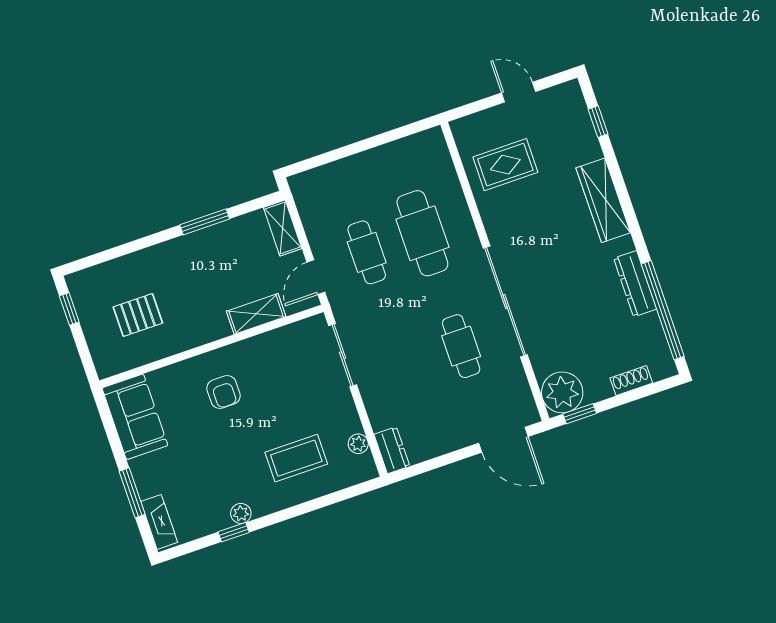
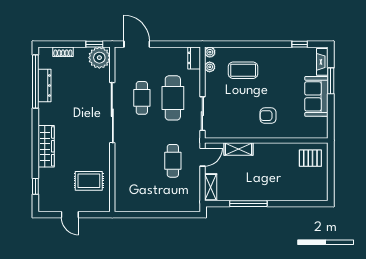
window: (205, 222) -> (248, 204), width x1.44
cafe table: (422, 233) -> (173, 98), moved
dresser: (635, 284) -> (44, 86), moved
window: (69, 309) -> (331, 183), removed
pallet: (138, 315) -> (310, 158), moved
armchair: (223, 392) -> (268, 116), turned -90
sofa: (135, 417) -> (316, 96), moved
plant: (241, 513) -> (210, 52), moved
window: (234, 532) -> (300, 44), moved

